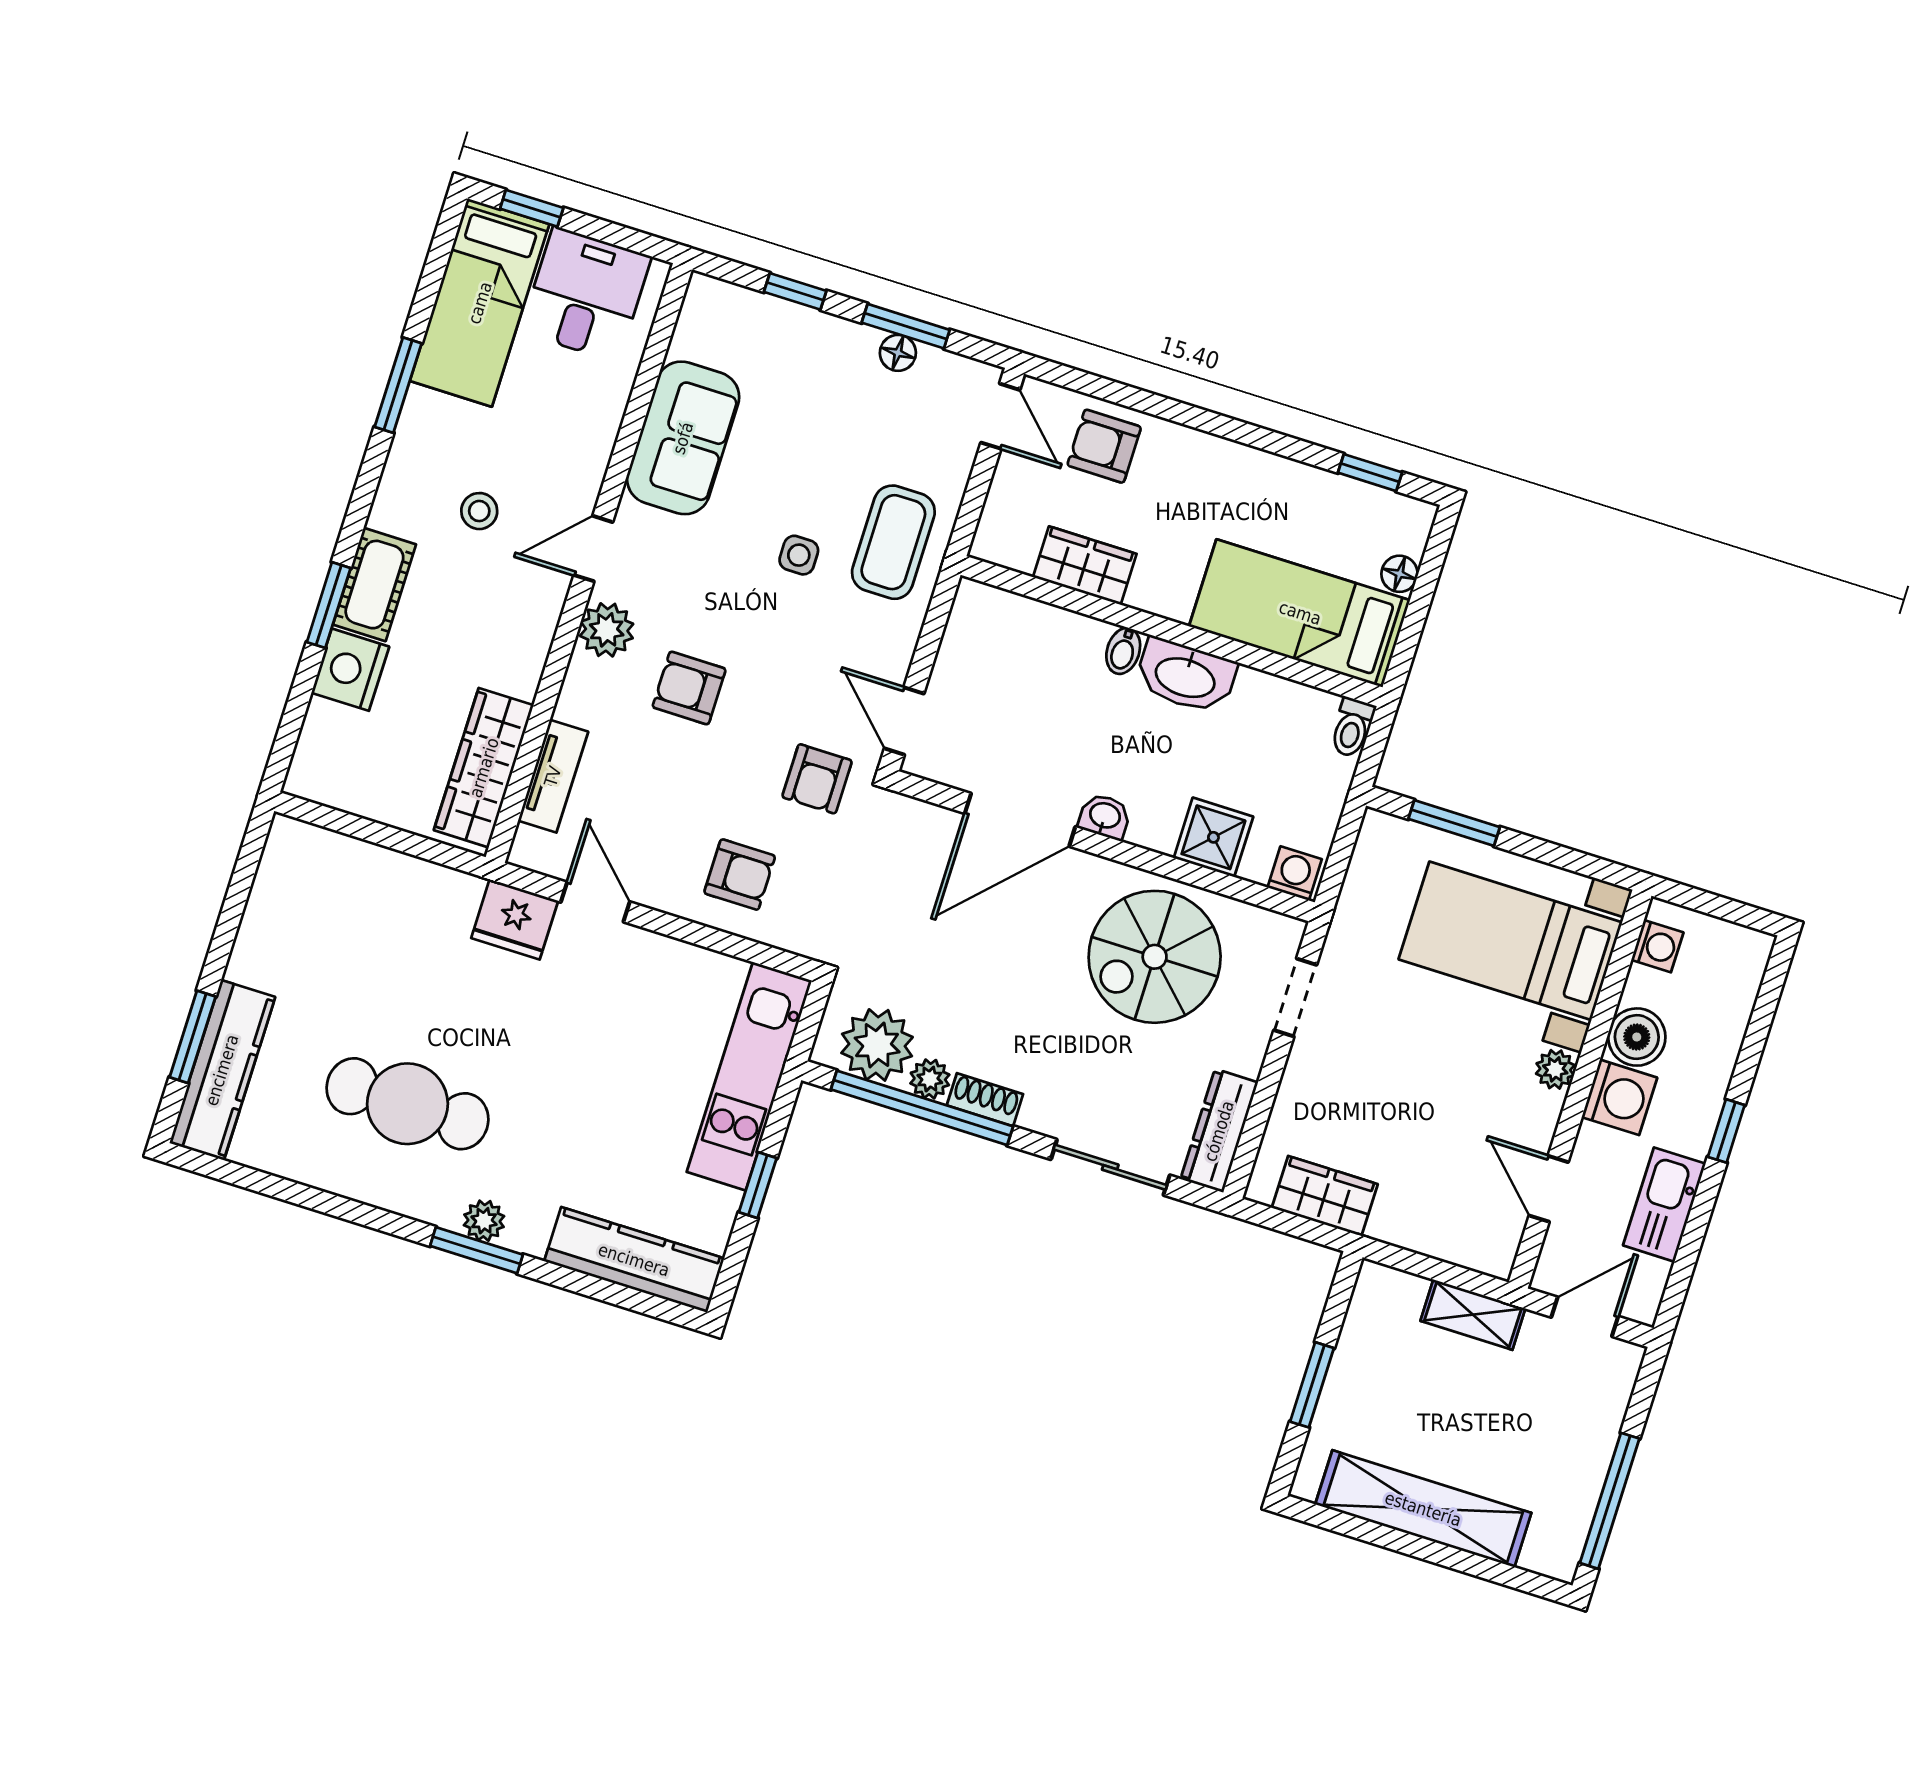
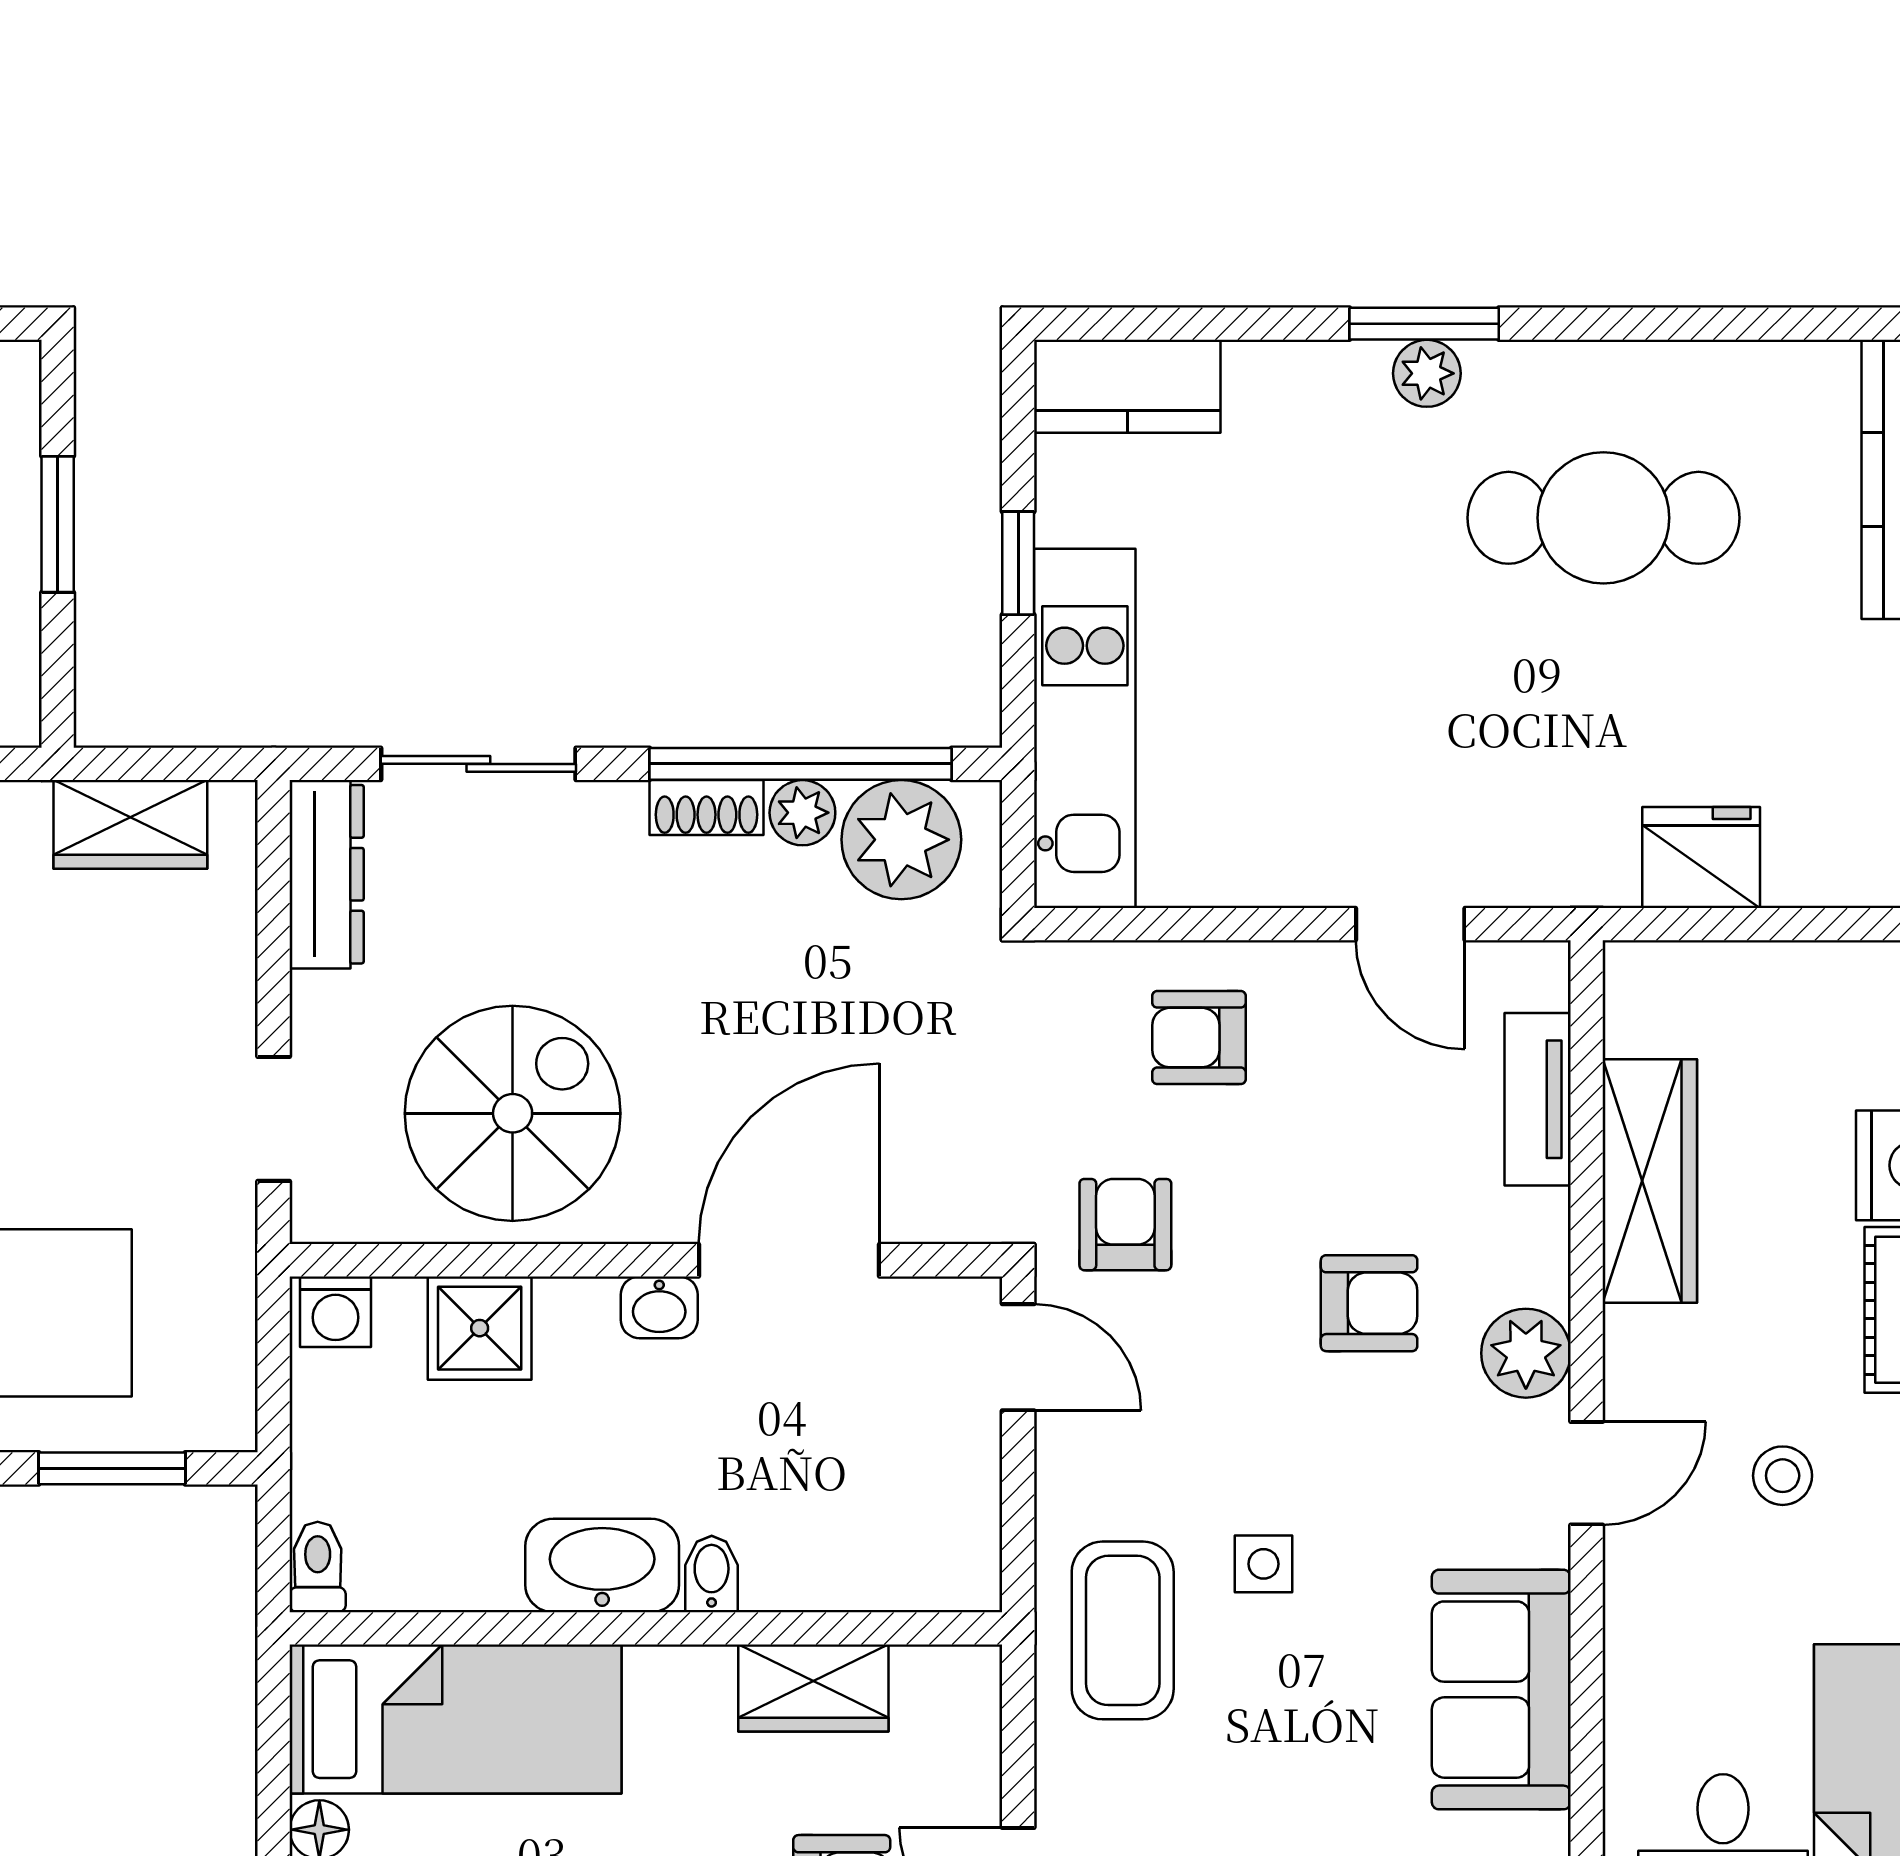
wardrobe: (484, 768) -> (1650, 1181), moved
fridge: (515, 919) -> (1701, 857), moved
kitchen counter: (634, 1260) -> (1127, 386), width x0.67

